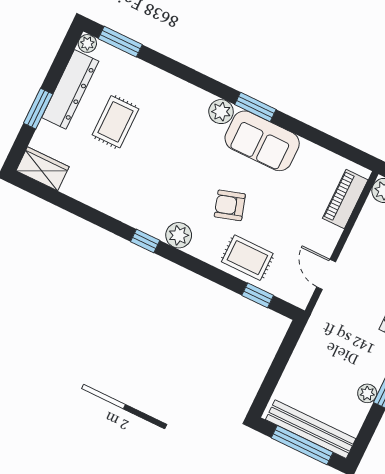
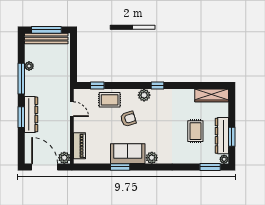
window: (255, 107) -> (120, 167), moved
window: (38, 109) -> (232, 137), moved
wardrobe: (42, 169) -> (212, 95), width x1.50

